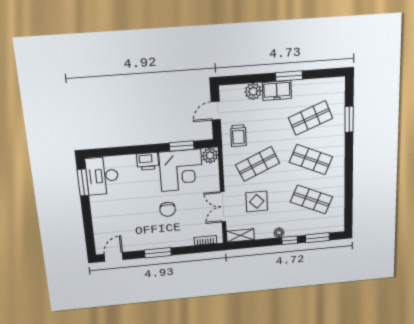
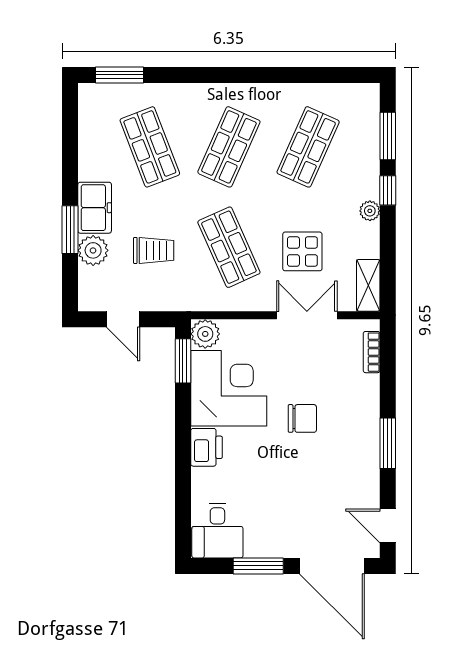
window: (289, 76) -> (70, 230), moved
window: (349, 119) -> (119, 75), moved
trolley: (238, 136) -> (154, 250), moved
window: (182, 146) -> (183, 361), moved
desk: (102, 176) -> (217, 531), width x0.73
window: (83, 182) -> (258, 566), moved
double door: (223, 207) -> (307, 315), swing flipped
door: (89, 231) -> (332, 566), added

